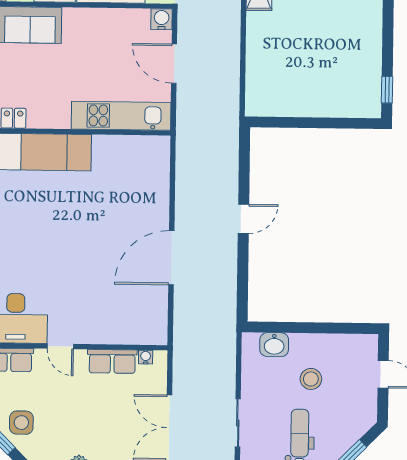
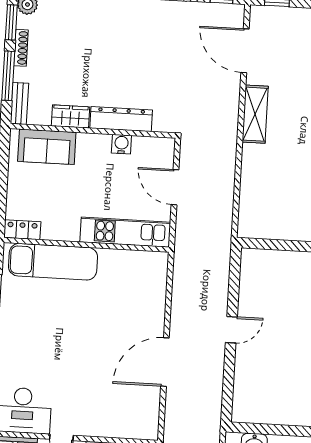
water cooler: (162, 19) -> (121, 144), moved

